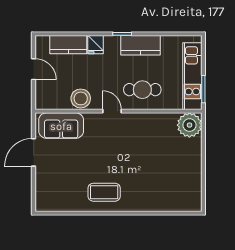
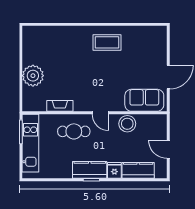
kitchen counter: (140, 45) -> (90, 170), moved
fireplace: (158, 119) -> (60, 106), added
plant: (189, 125) -> (33, 76), moved

